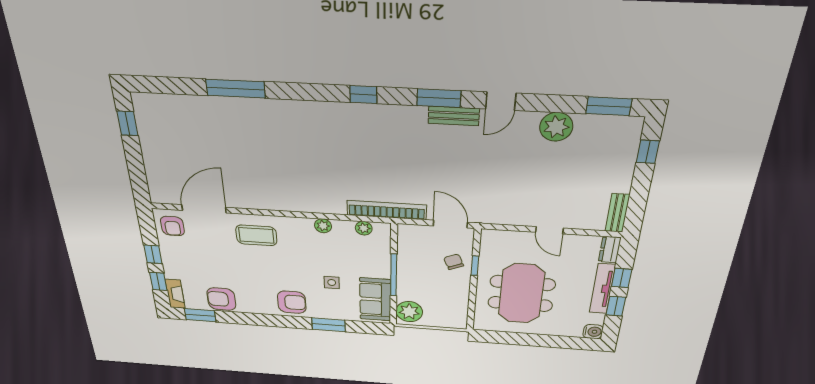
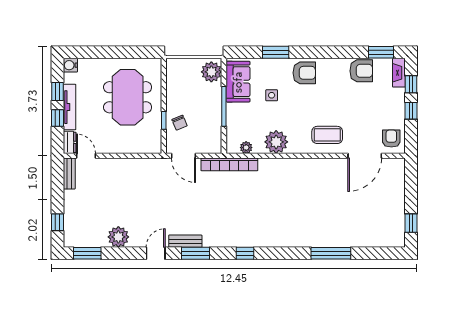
plant: (323, 226) -> (276, 142), width x1.88, depth x1.88
door: (549, 230) -> (86, 156), moved
armchair: (292, 302) -> (304, 73), turned 180

